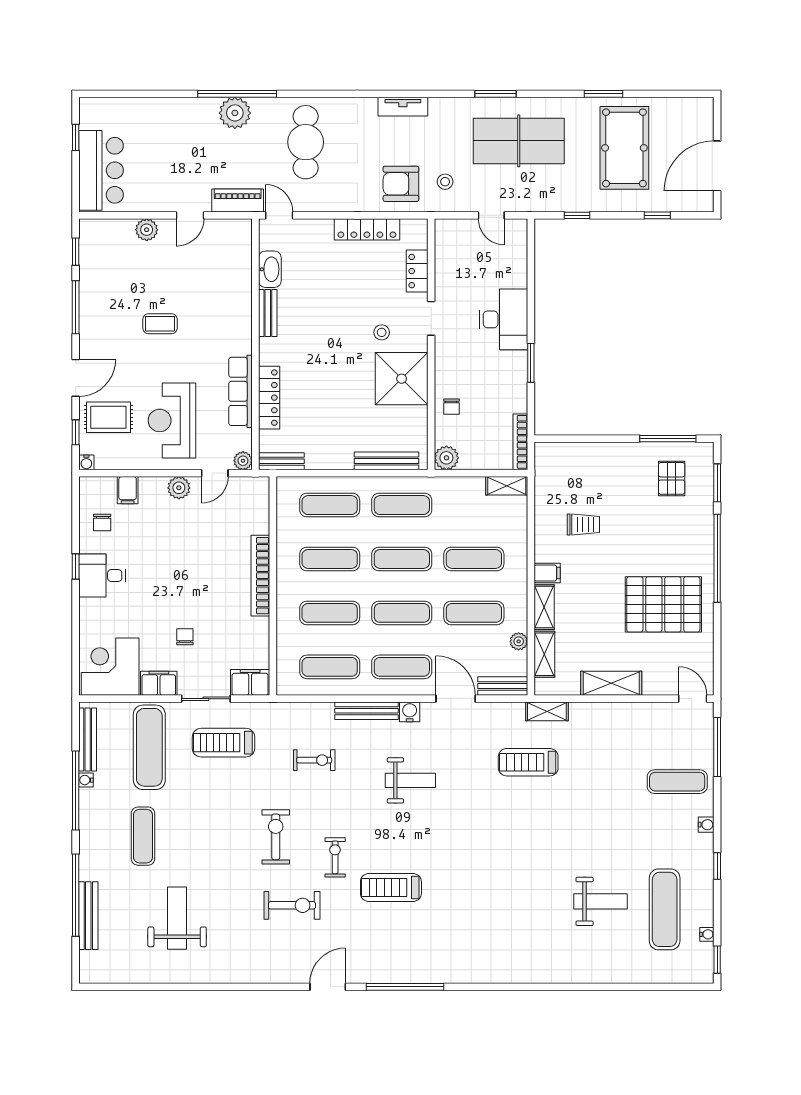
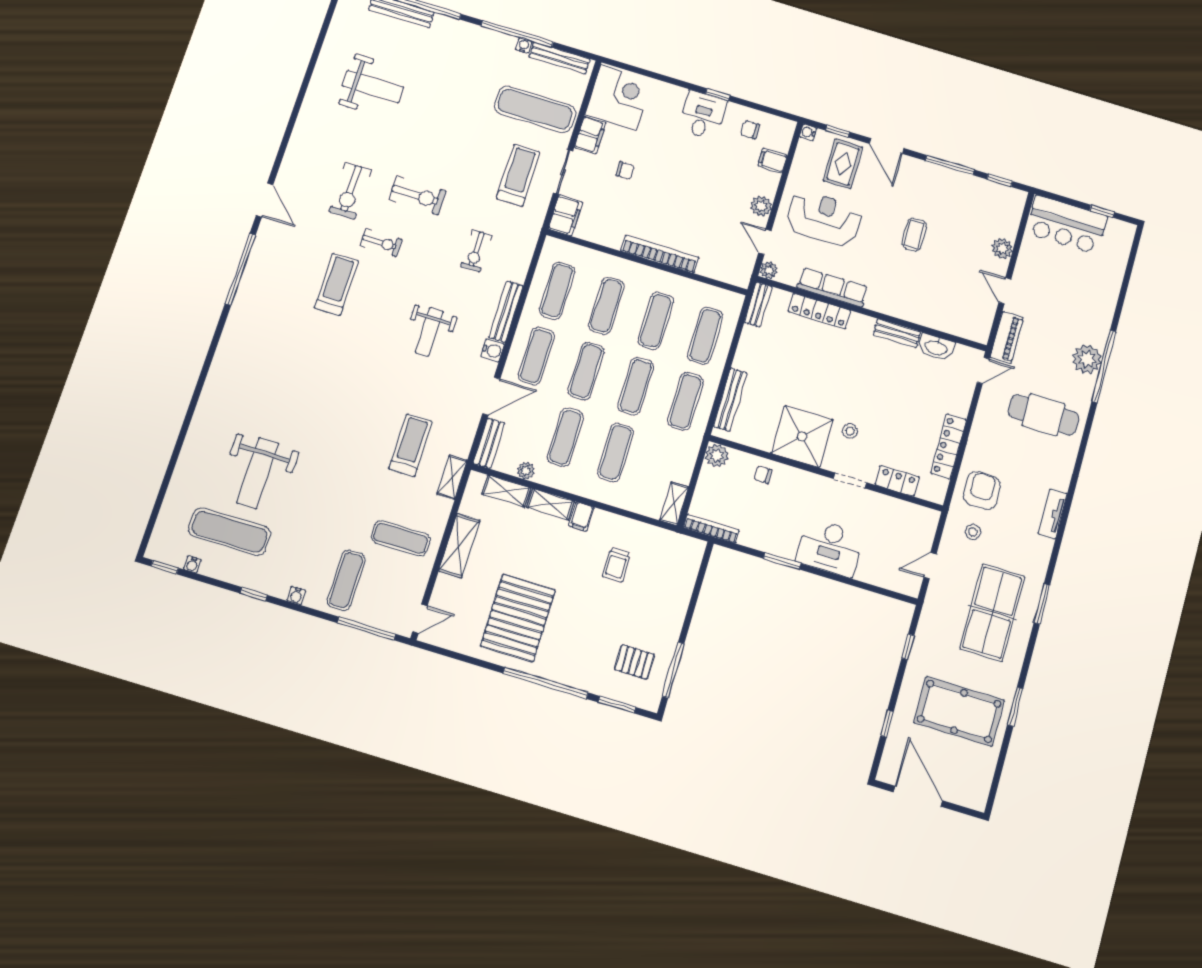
exercise mat: (143, 836) -> (401, 538), moved
weight bench: (600, 901) -> (258, 473), width x1.36, depth x1.33

